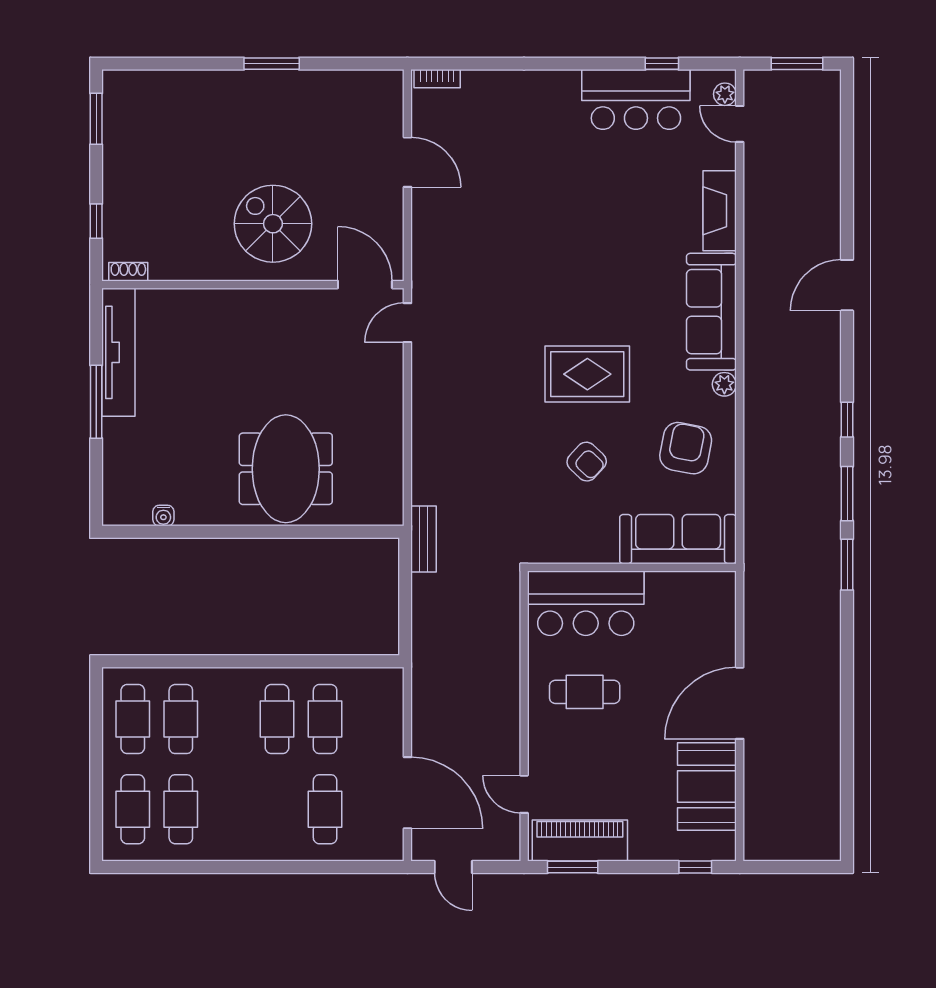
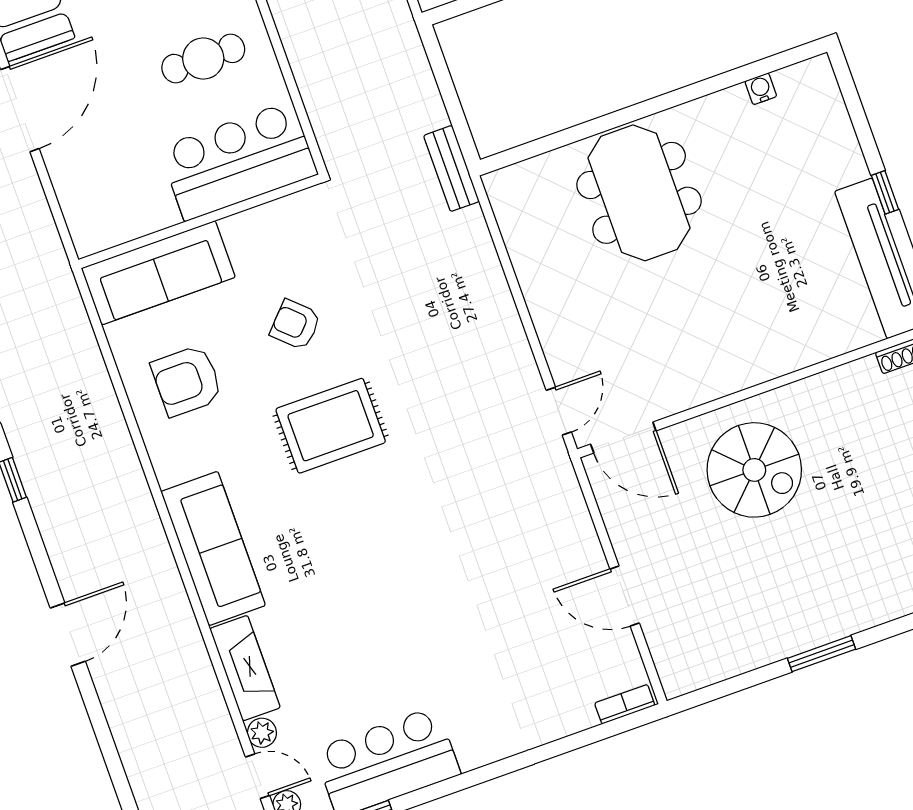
plant: (724, 384) -> (262, 733), moved
window: (96, 402) -> (885, 192), width x0.46
armchair: (686, 448) -> (187, 381), turned 79

